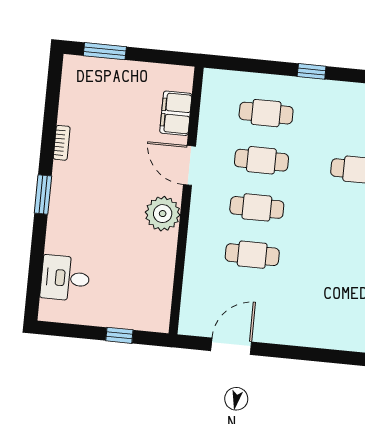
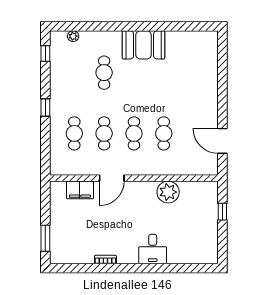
window: (43, 195) -> (139, 268), removed
plant: (163, 214) -> (168, 192), moved
desk: (65, 278) -> (153, 249), moved

